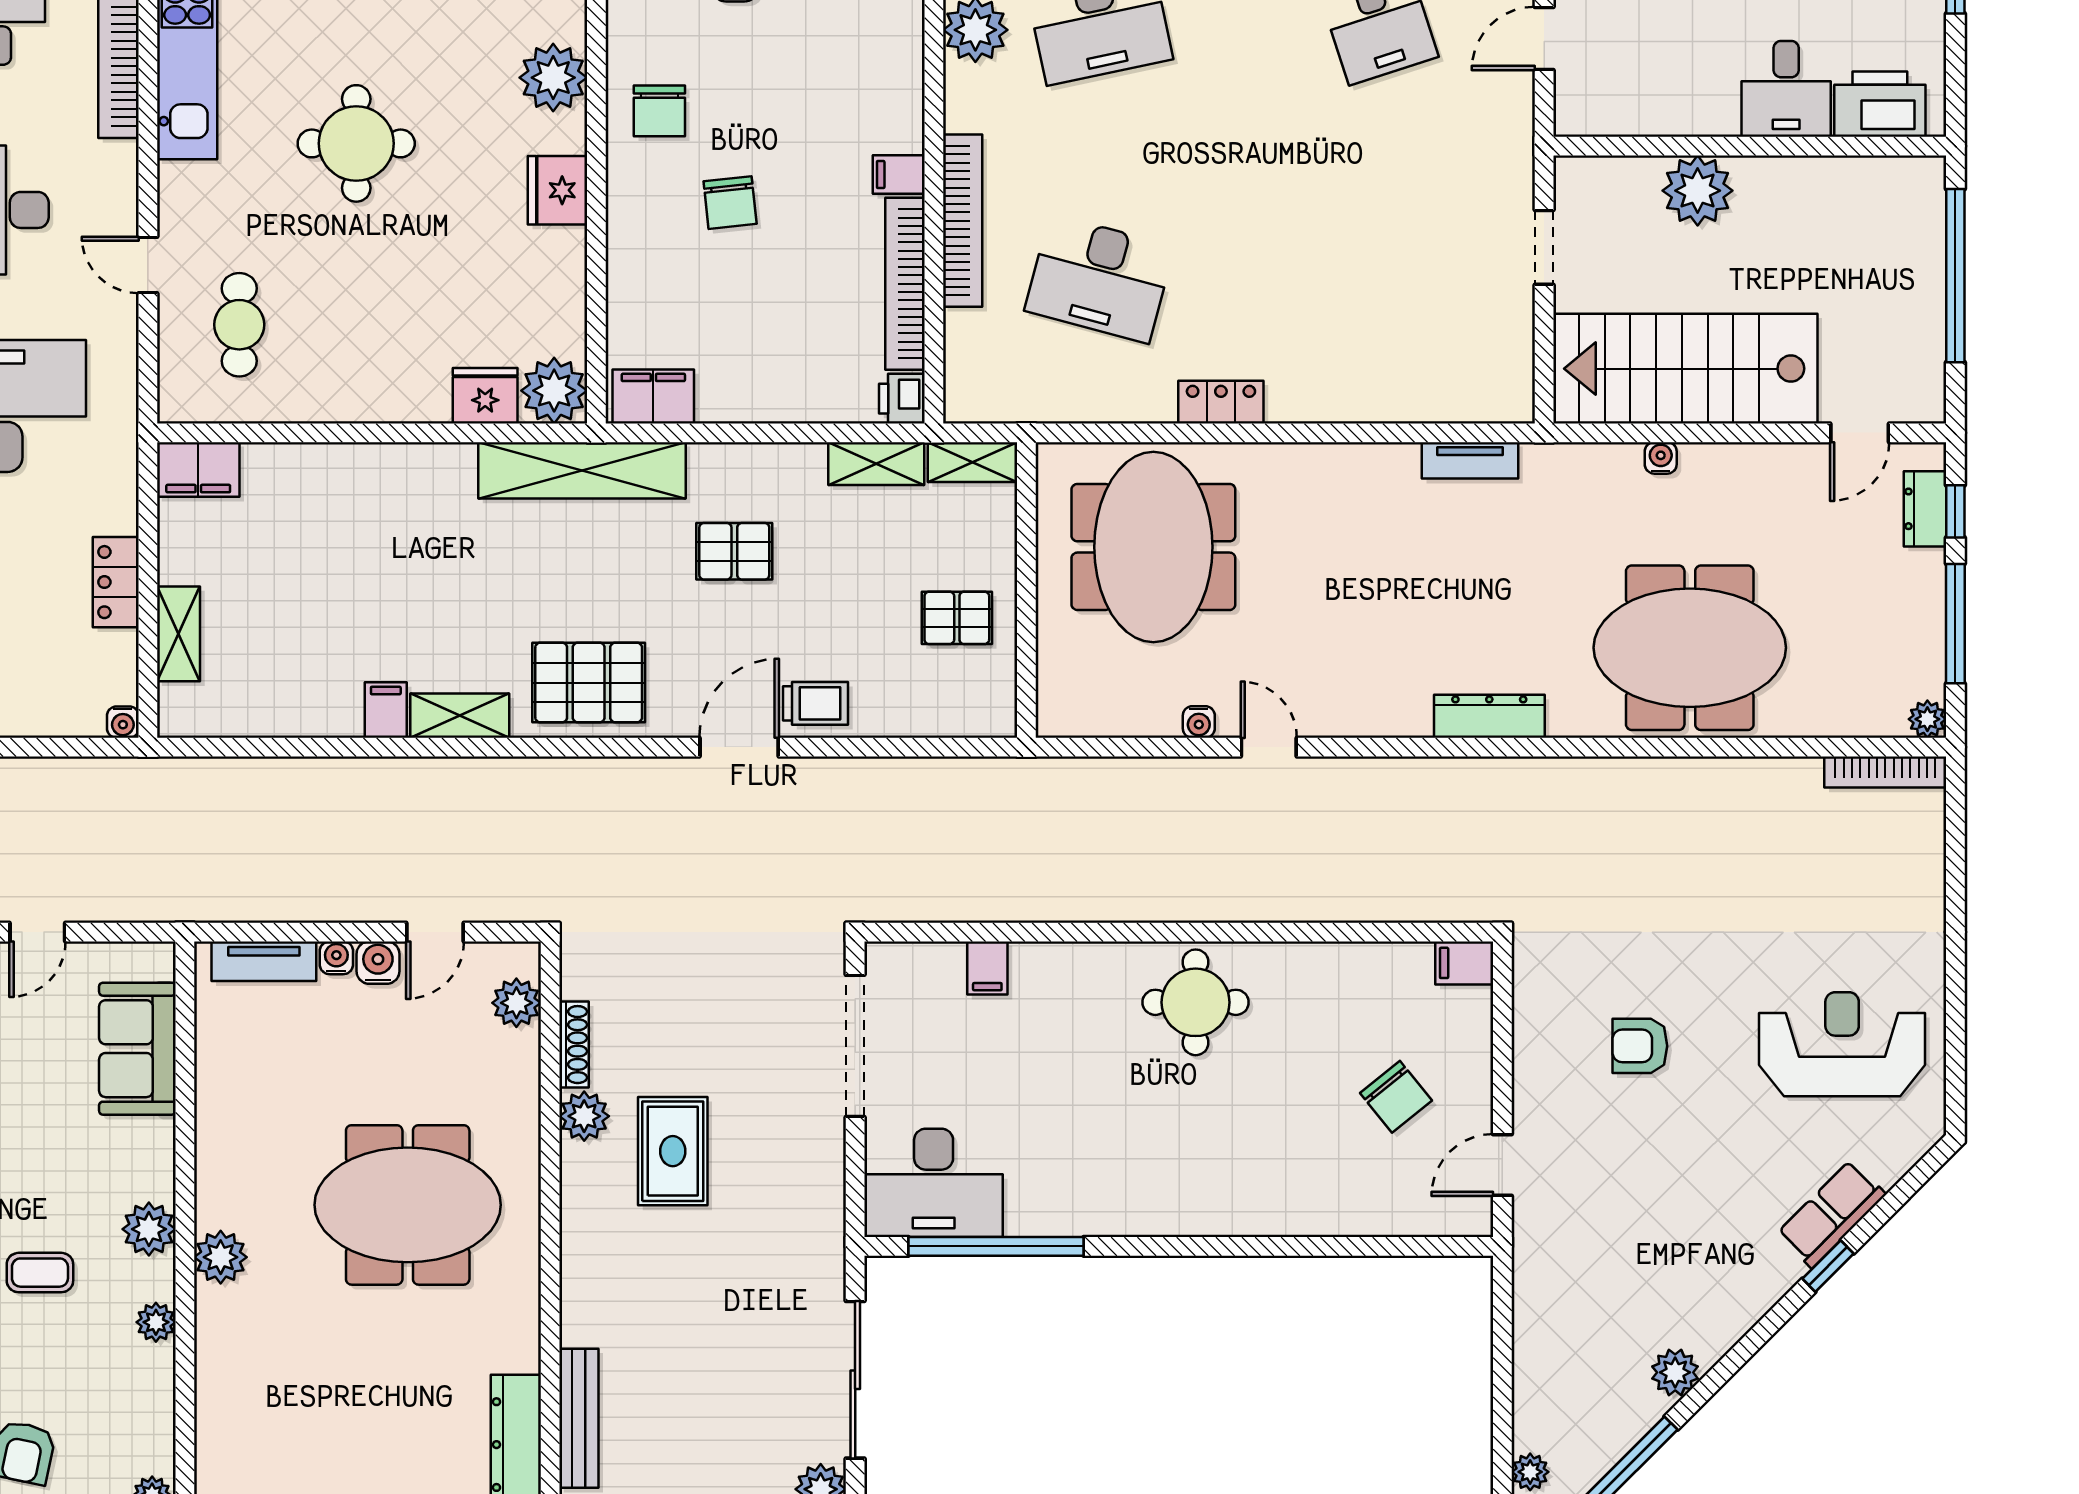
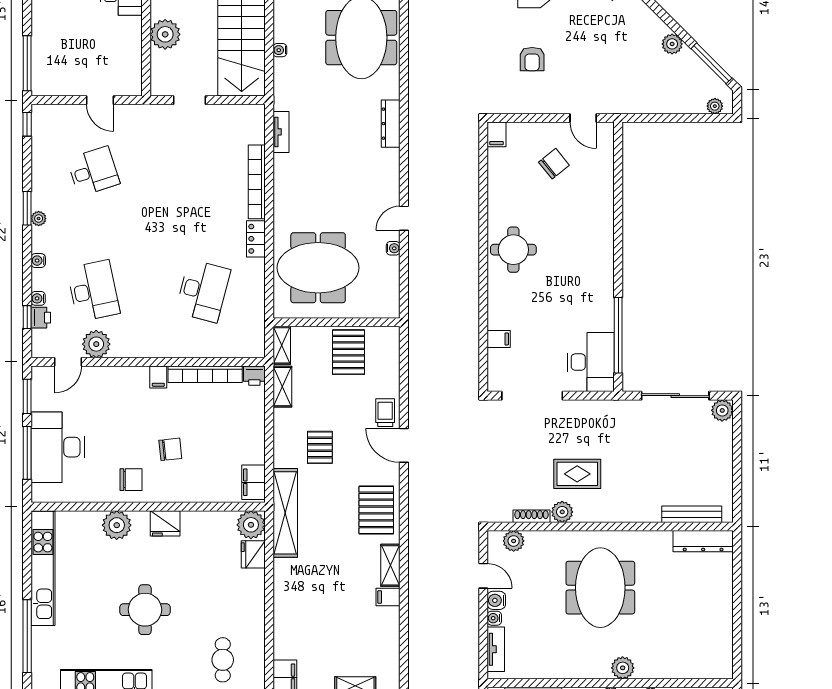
bookcase: (963, 221) -> (257, 182), moved, turned -90
cafe table: (239, 325) -> (223, 660), turned 90
pallet: (957, 618) -> (348, 352), width x1.50, depth x1.42

